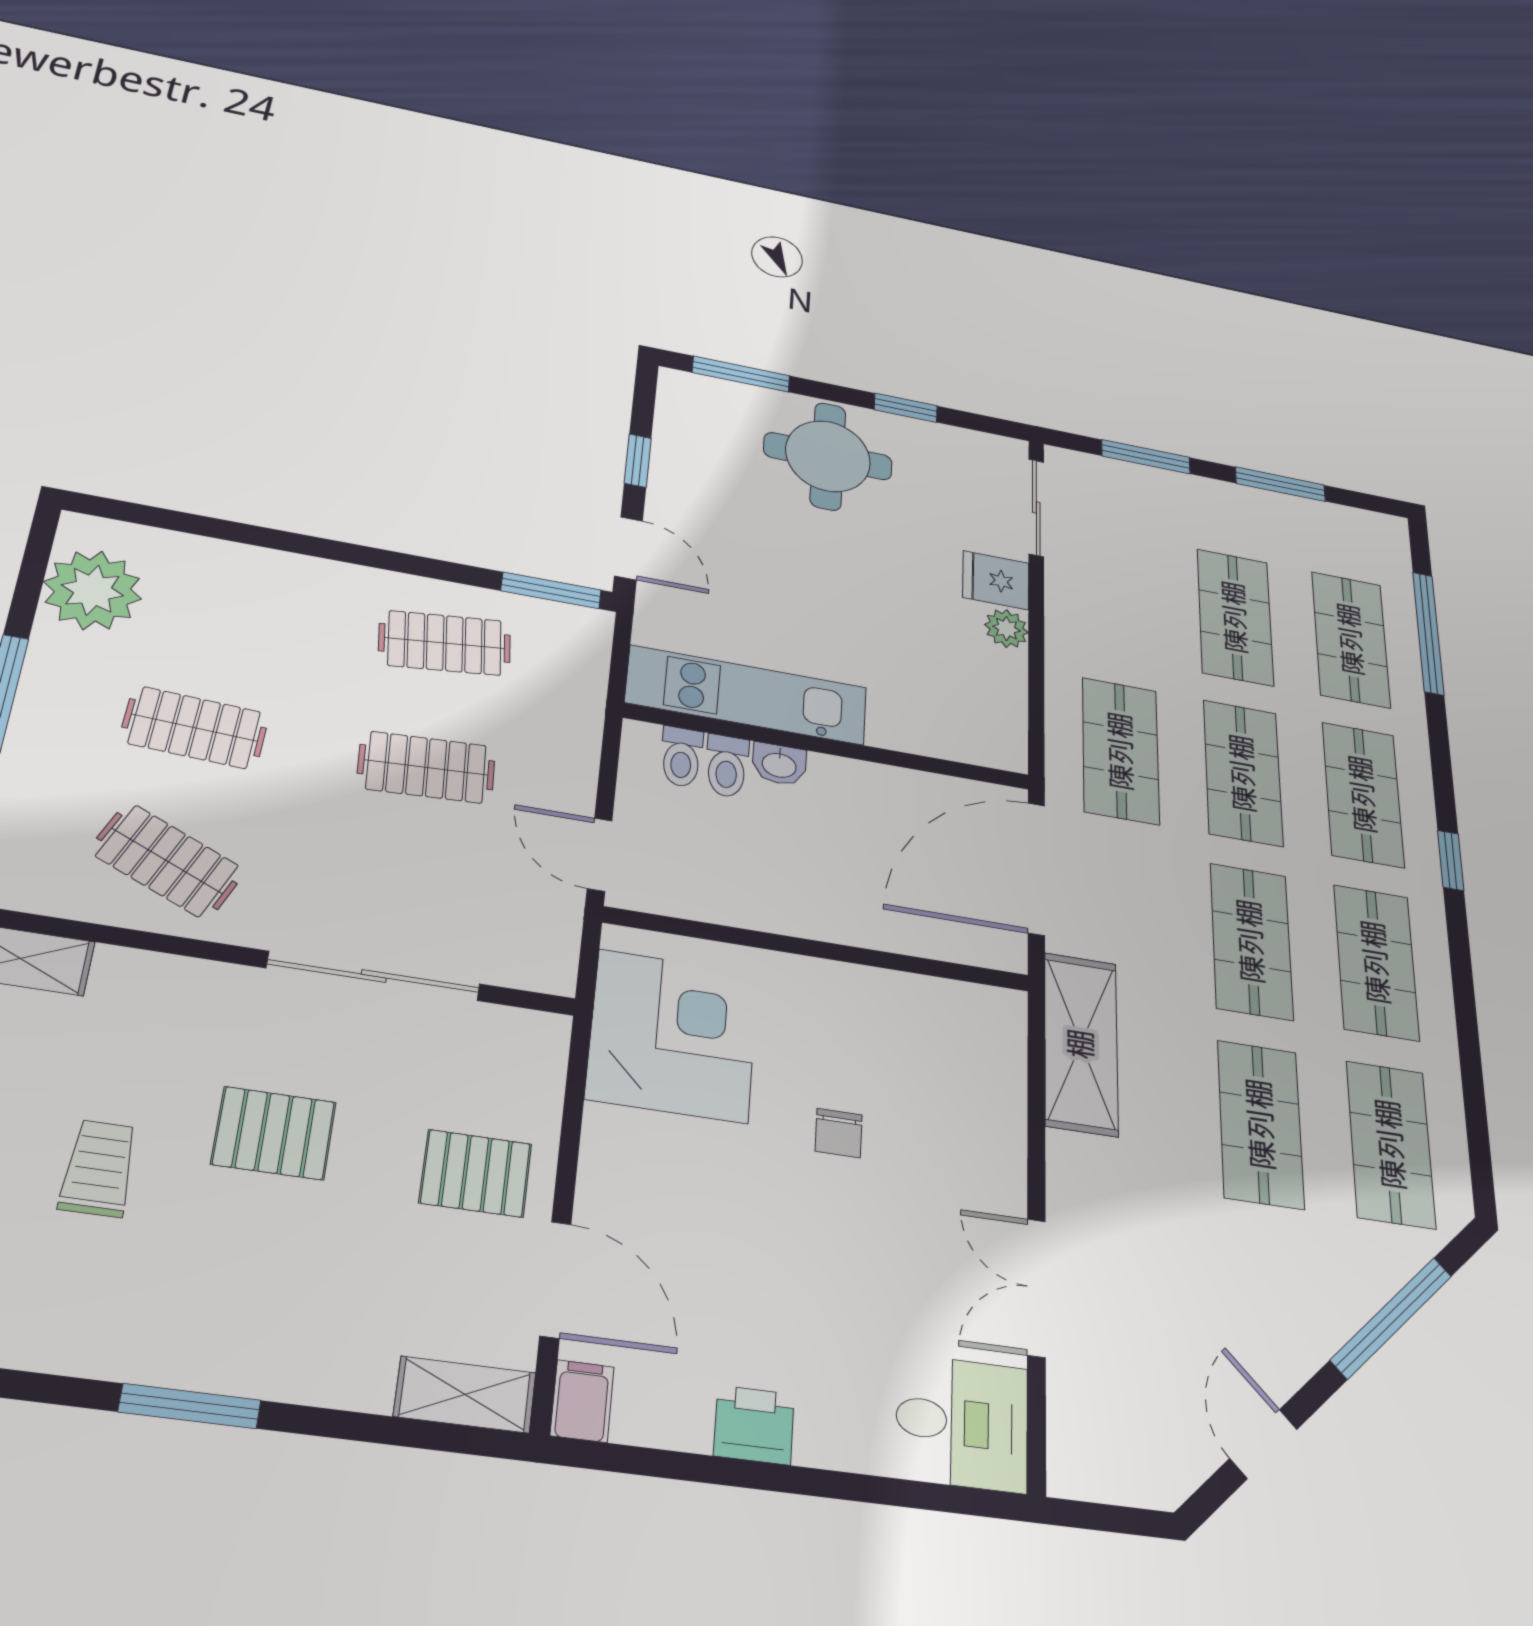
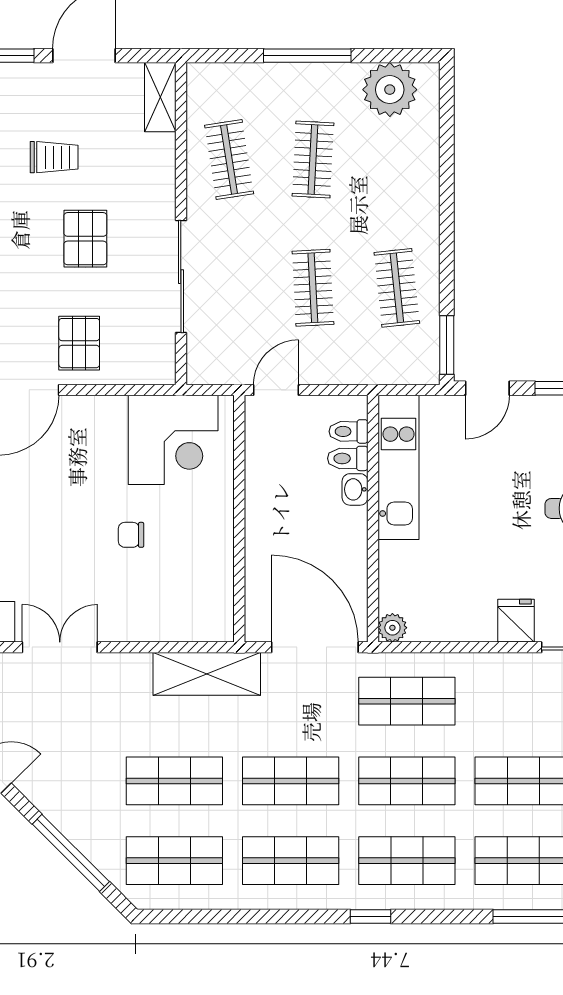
plant: (1006, 629) -> (392, 628), moved
clothes rail: (167, 861) -> (229, 160), turned -33

